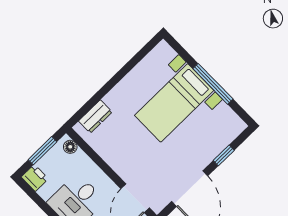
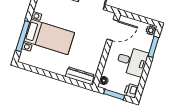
window: (213, 84) -> (23, 36), moved
dresser: (95, 117) -> (80, 76), width x1.44

